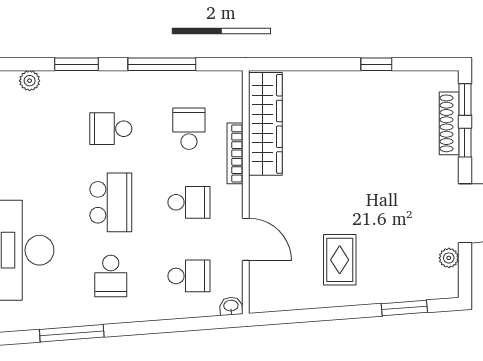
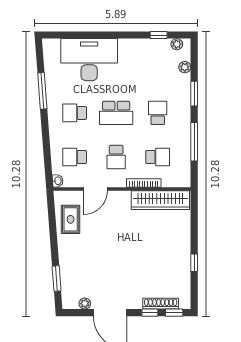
rug: (340, 260) -> (71, 219), moved, turned 90
school desk: (189, 276) -> (75, 157), turned 90

